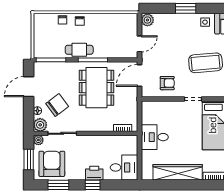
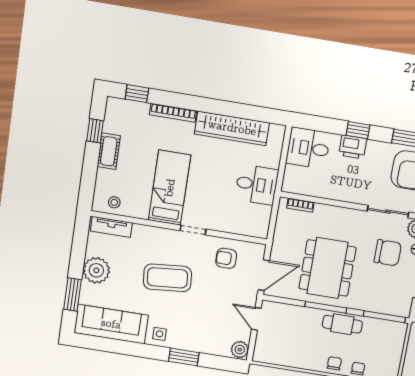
door: (140, 44) -> (256, 319), hinge flipped
chair: (57, 105) -> (388, 253), turned -143

